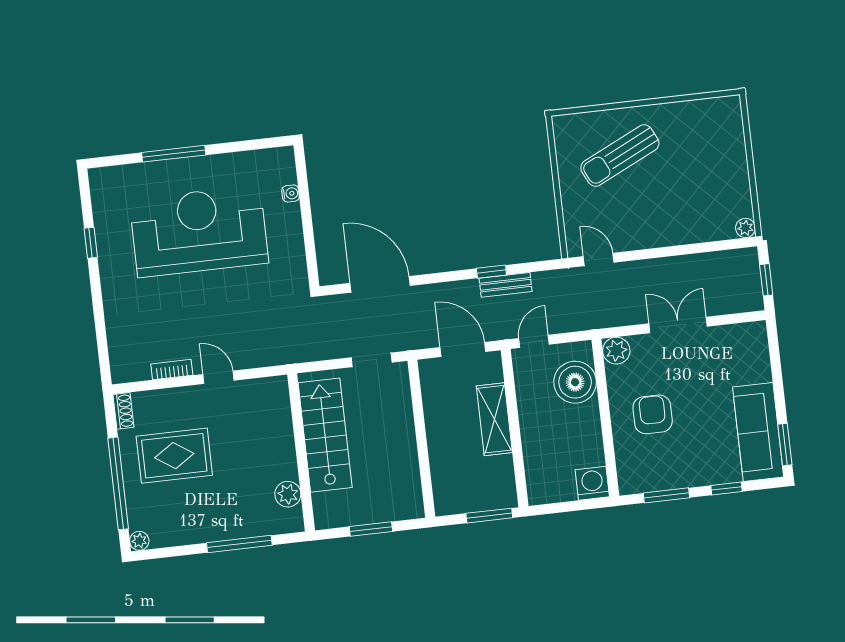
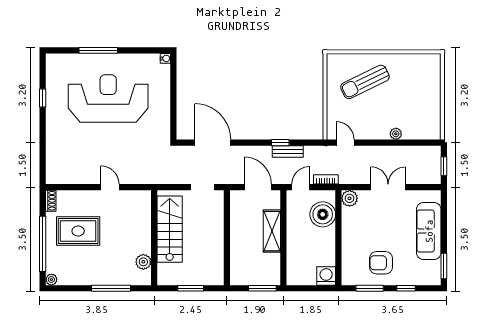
water cooler: (291, 193) -> (165, 58), moved
plant: (745, 228) -> (396, 134), moved
bookcase: (172, 370) -> (326, 179), moved
armchair: (653, 414) -> (381, 263), moved, turned -90
sofa: (758, 432) -> (429, 231), moved

